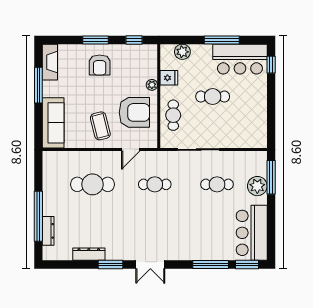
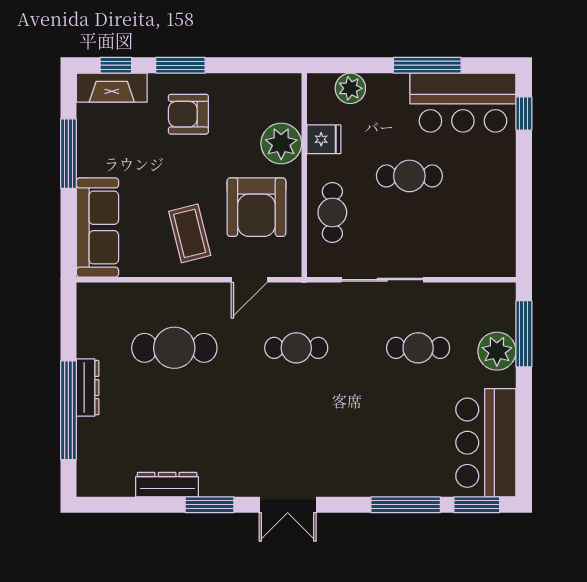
window: (134, 40) -> (116, 65), moved
fireplace: (50, 62) -> (112, 88), moved, turned 90
armchair: (100, 65) -> (188, 114), turned 90
plant: (152, 85) -> (281, 143), width x1.87, depth x1.87
armchair: (134, 112) -> (256, 207), turned 90
dresser: (48, 231) -> (88, 388), moved

